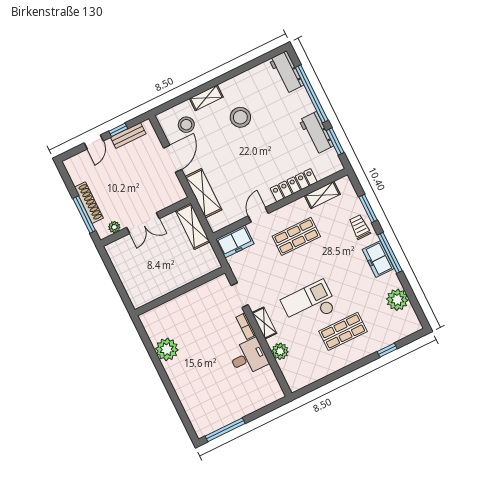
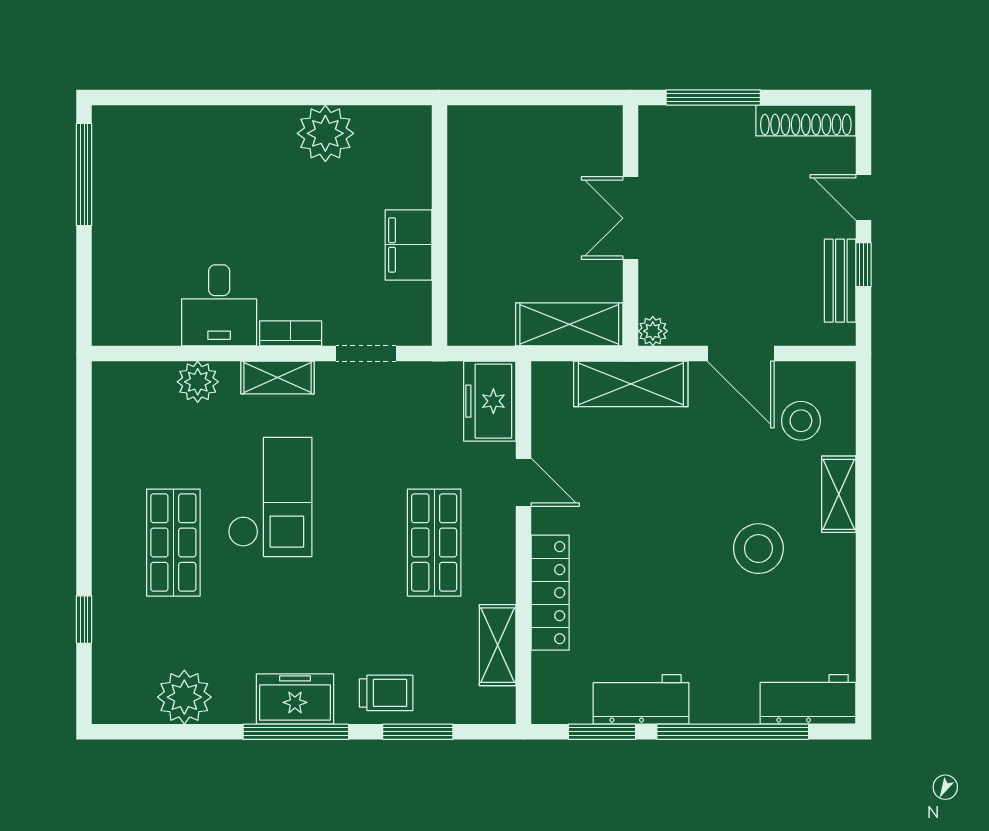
shoe rack: (89, 203) -> (806, 120), moved
plant: (114, 227) -> (653, 331), moved
filing cabinet: (193, 299) -> (408, 245), added

